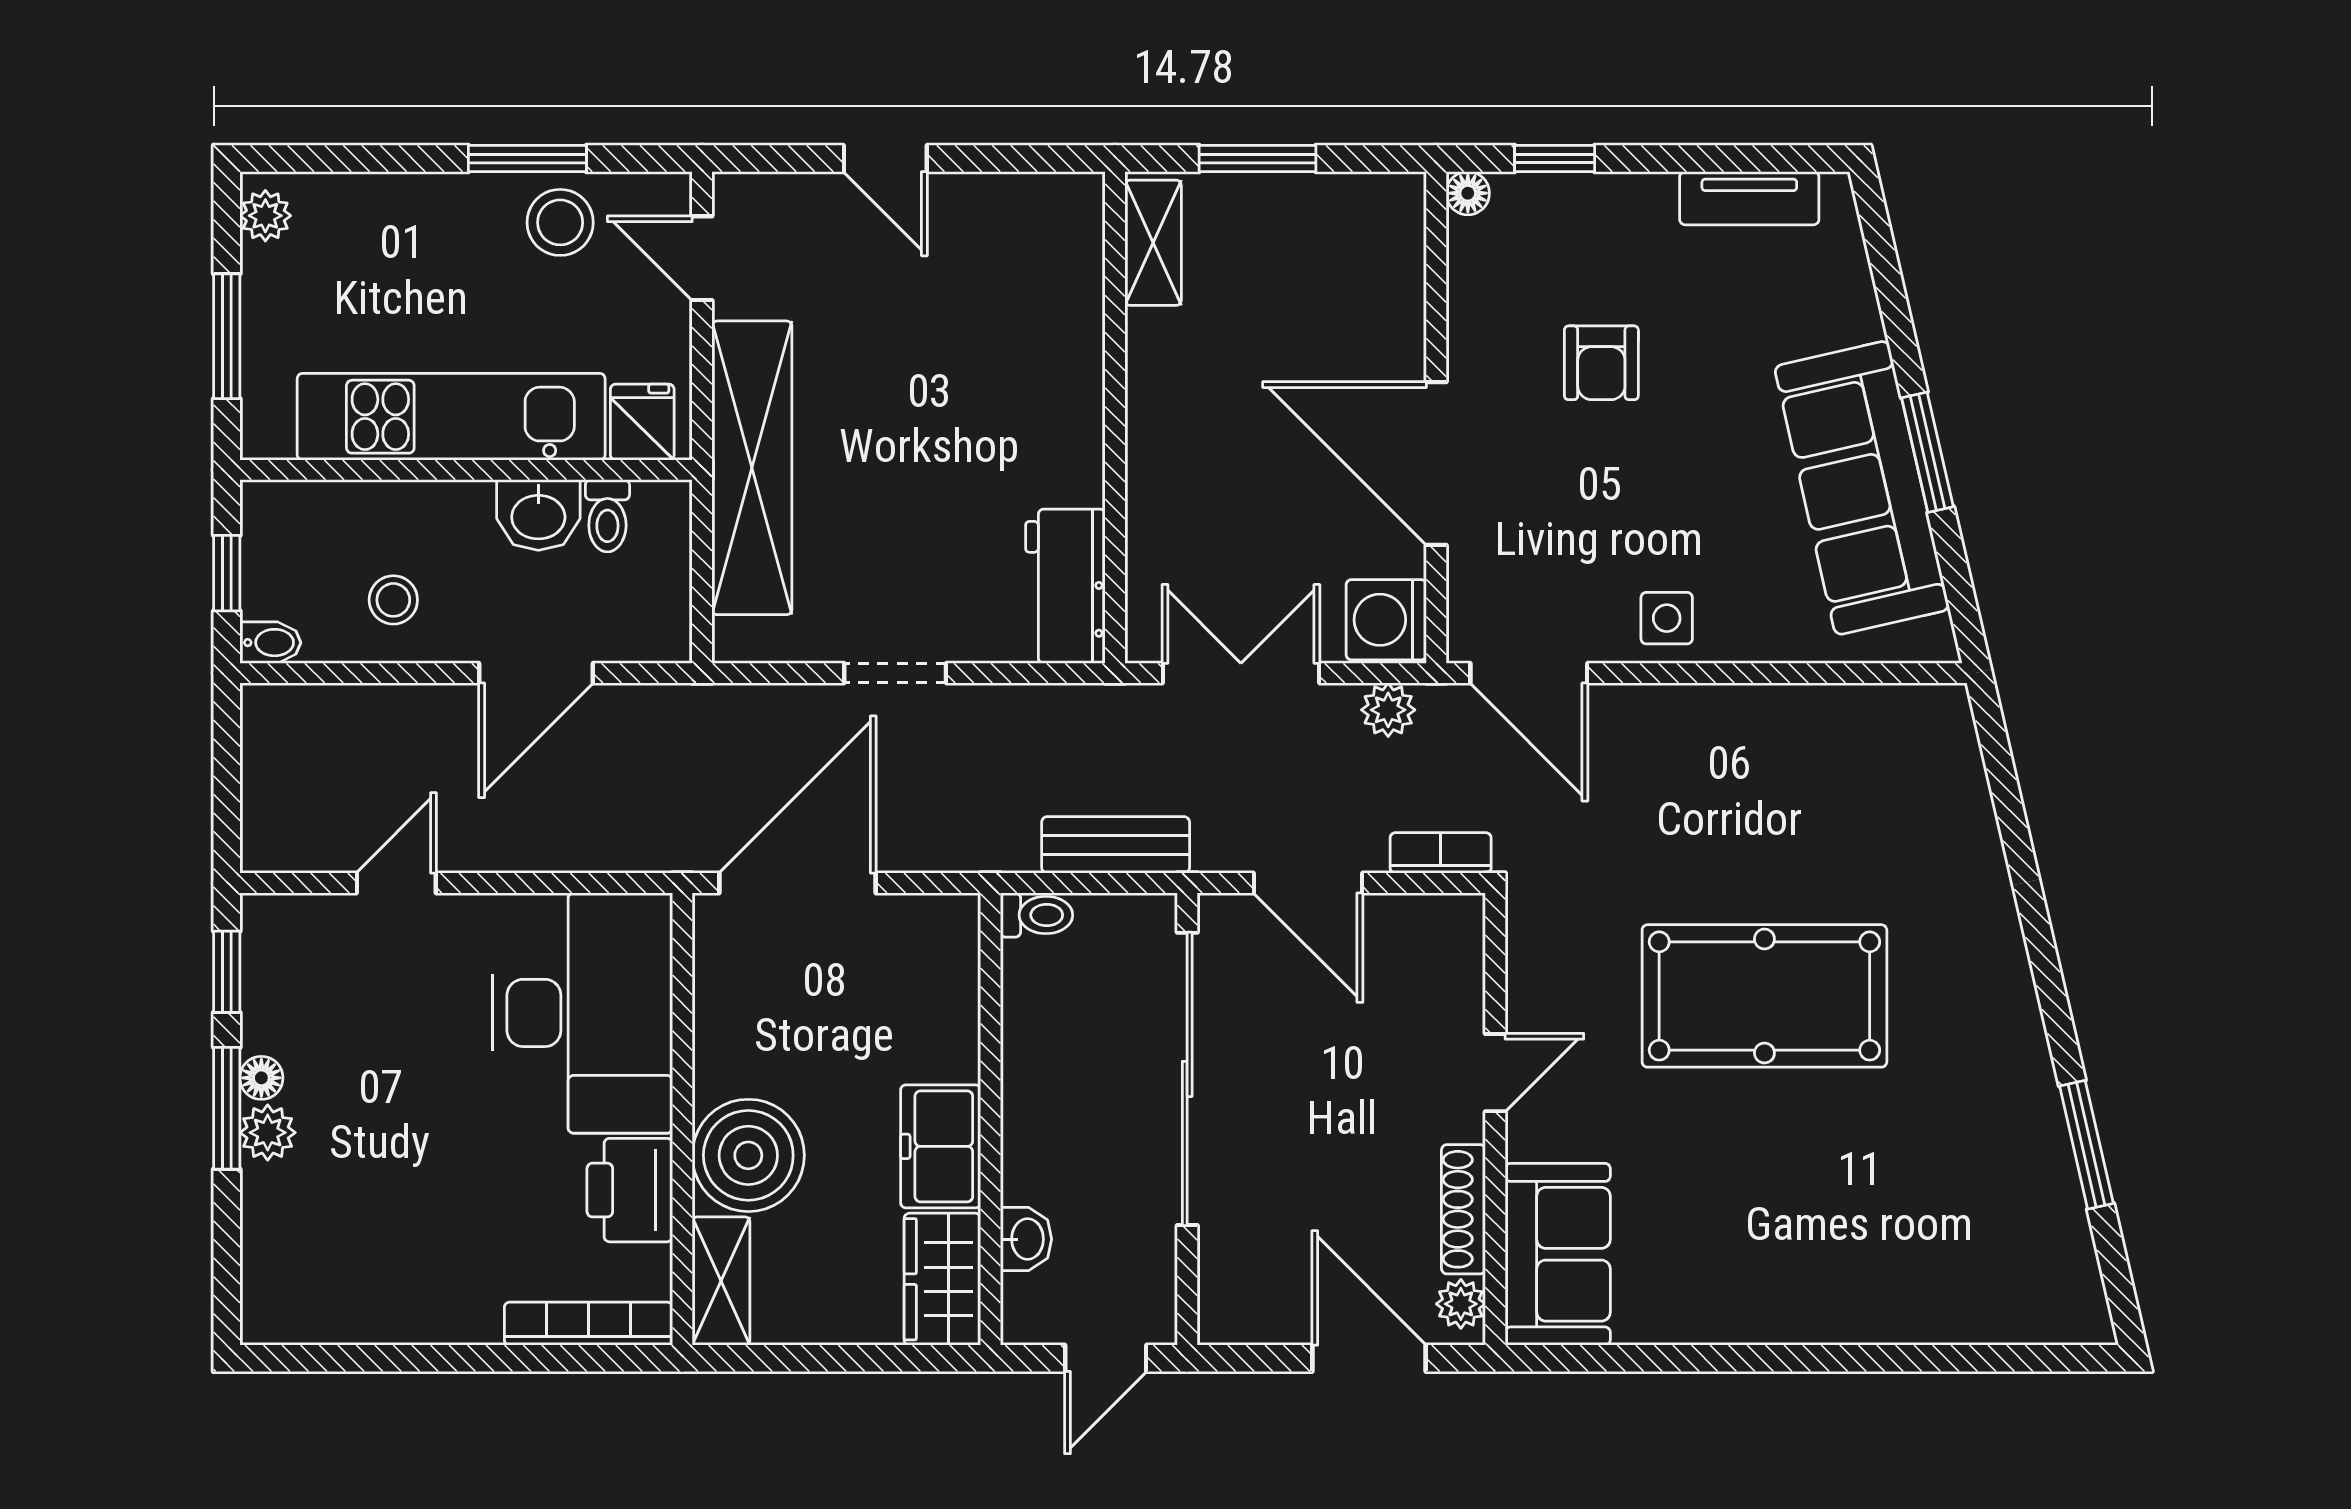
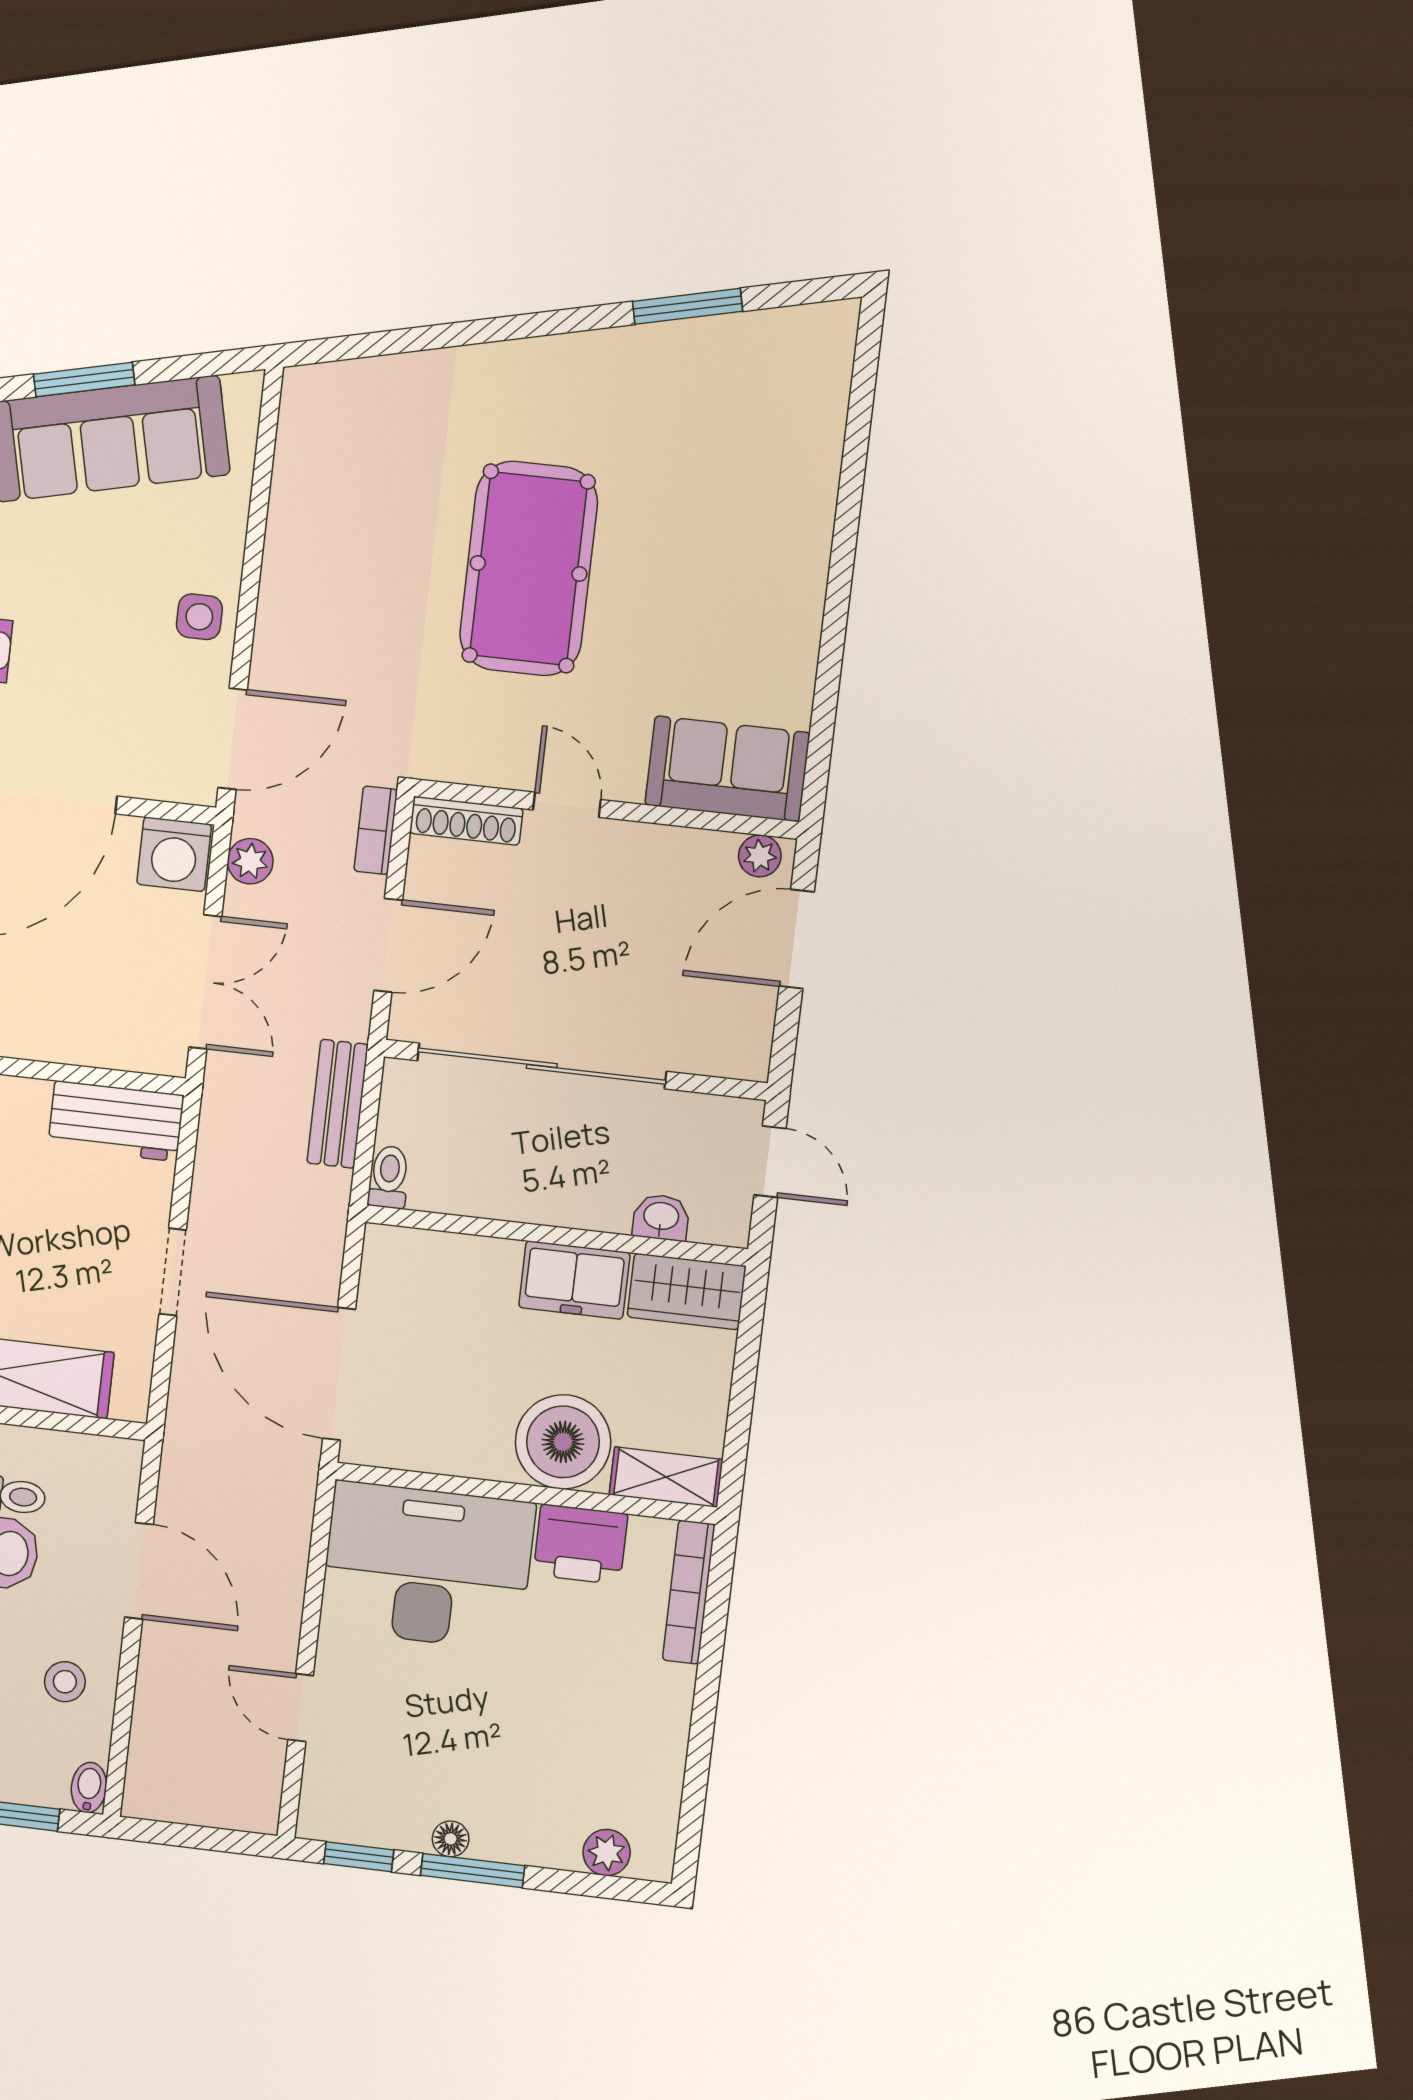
double door: (1241, 673) -> (205, 982), swing flipped
plant: (268, 1133) -> (607, 1853), moved
shoe rack: (1463, 1209) -> (466, 821), moved

